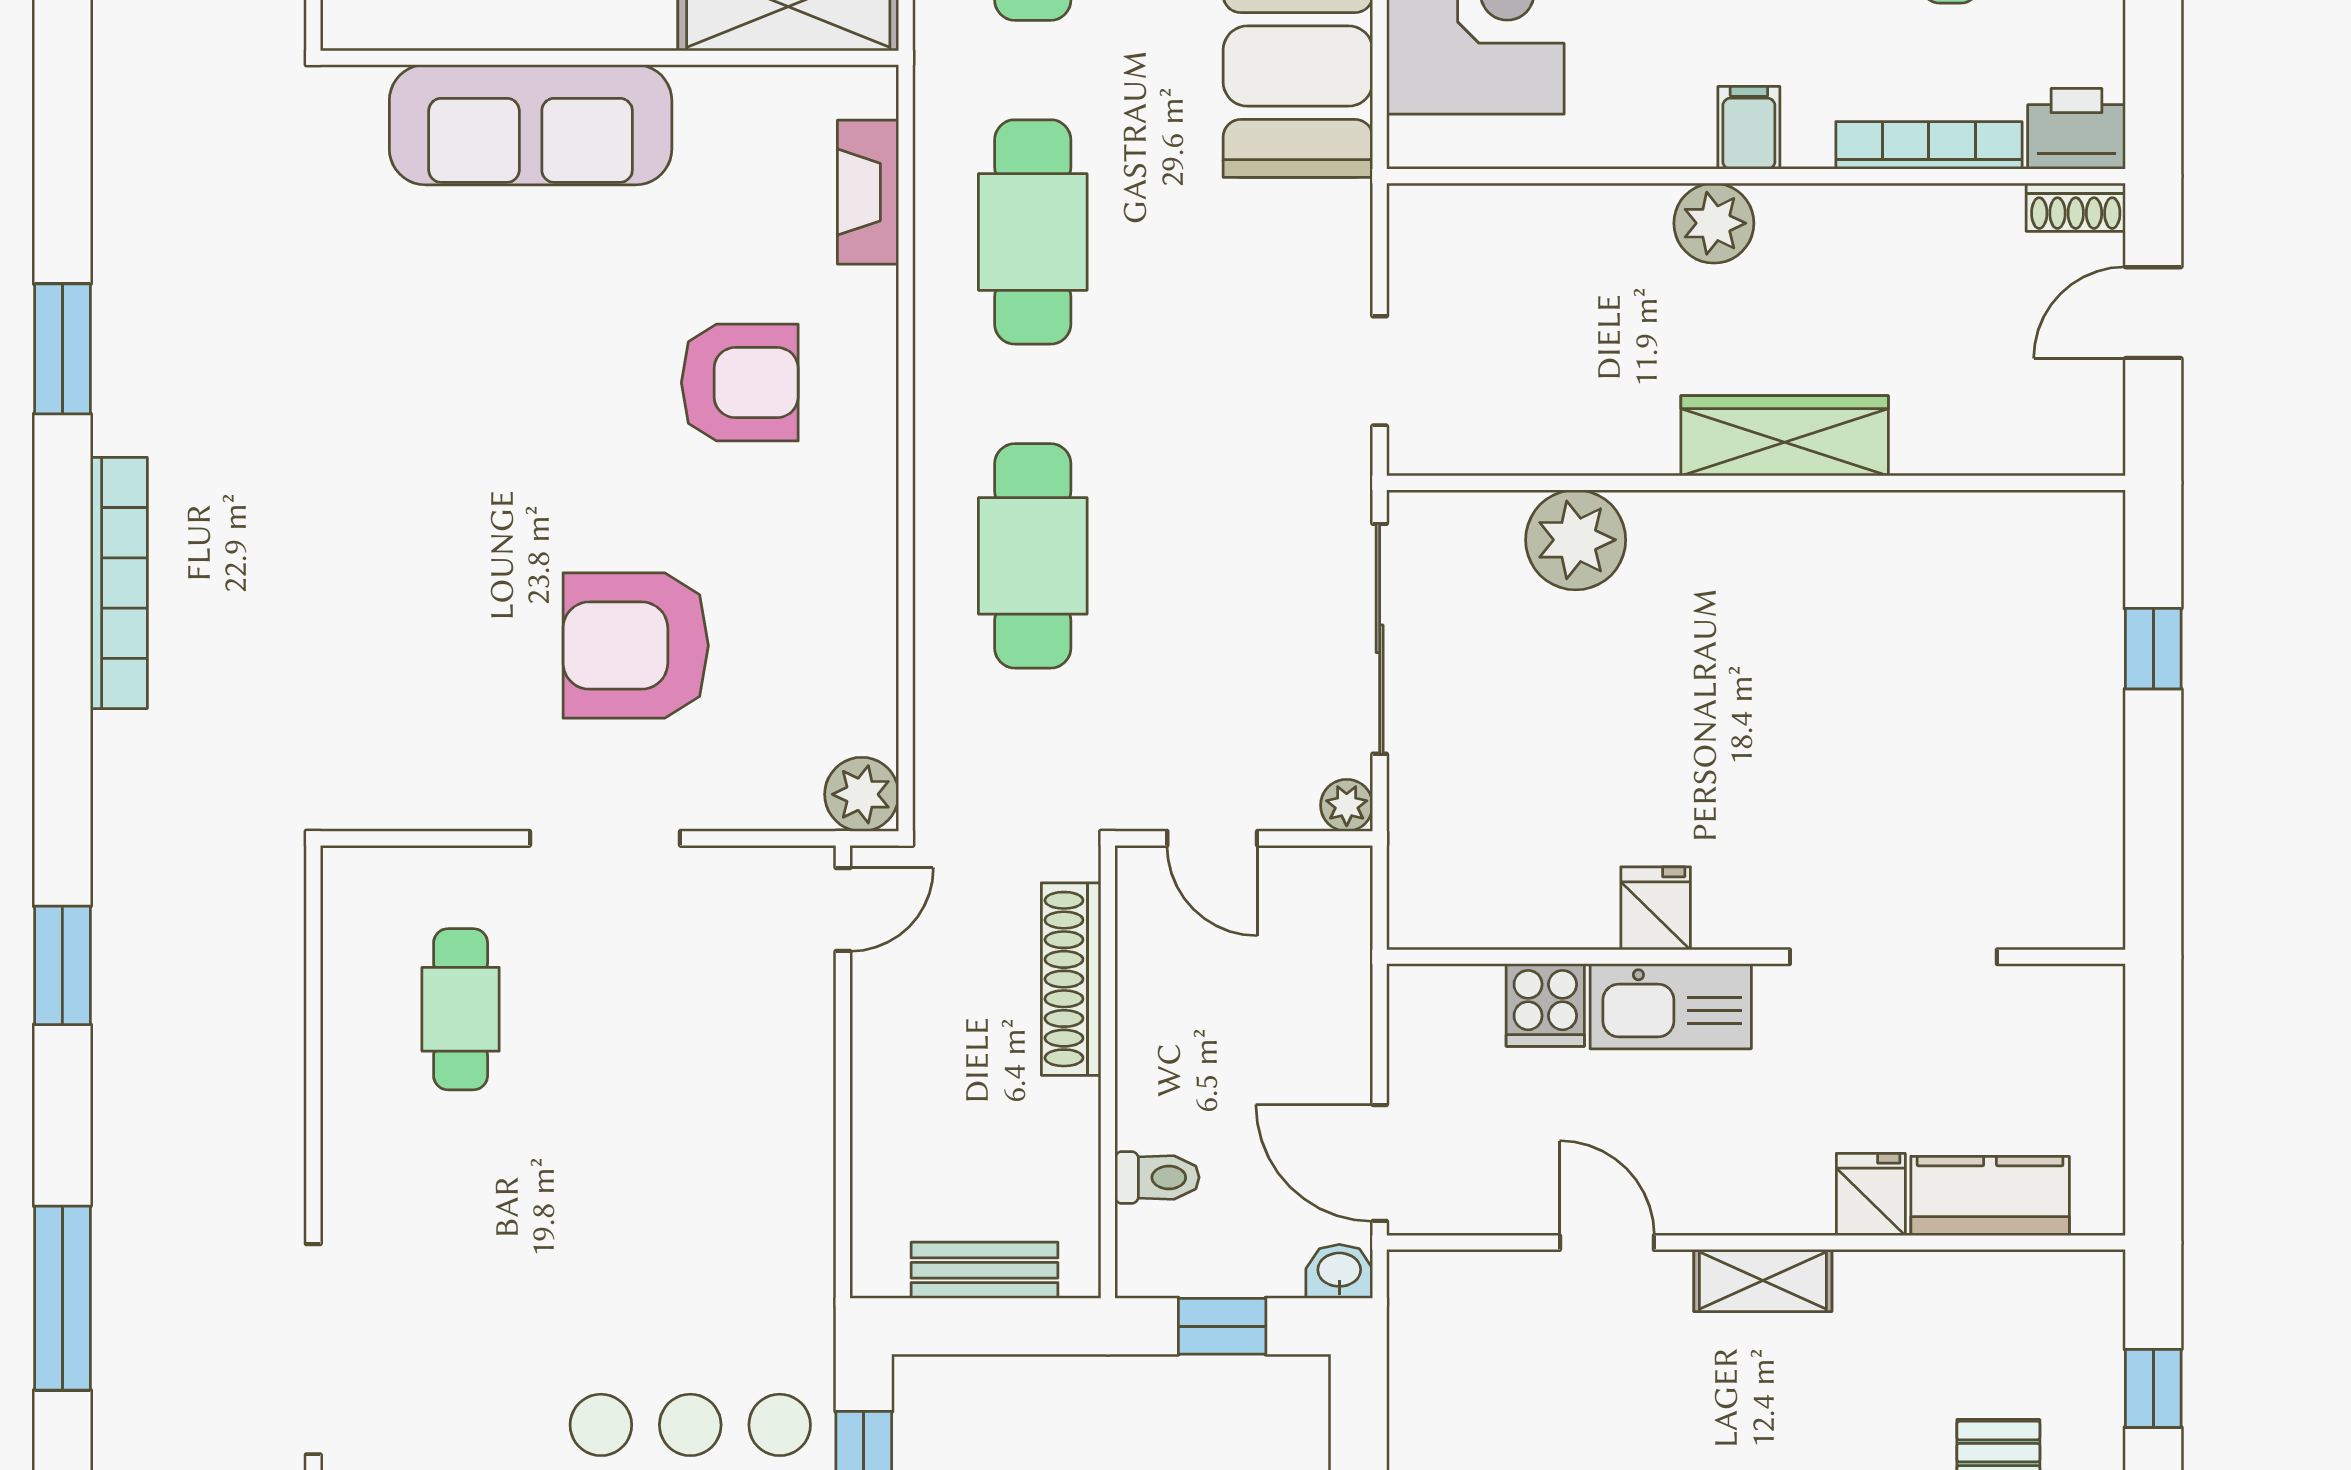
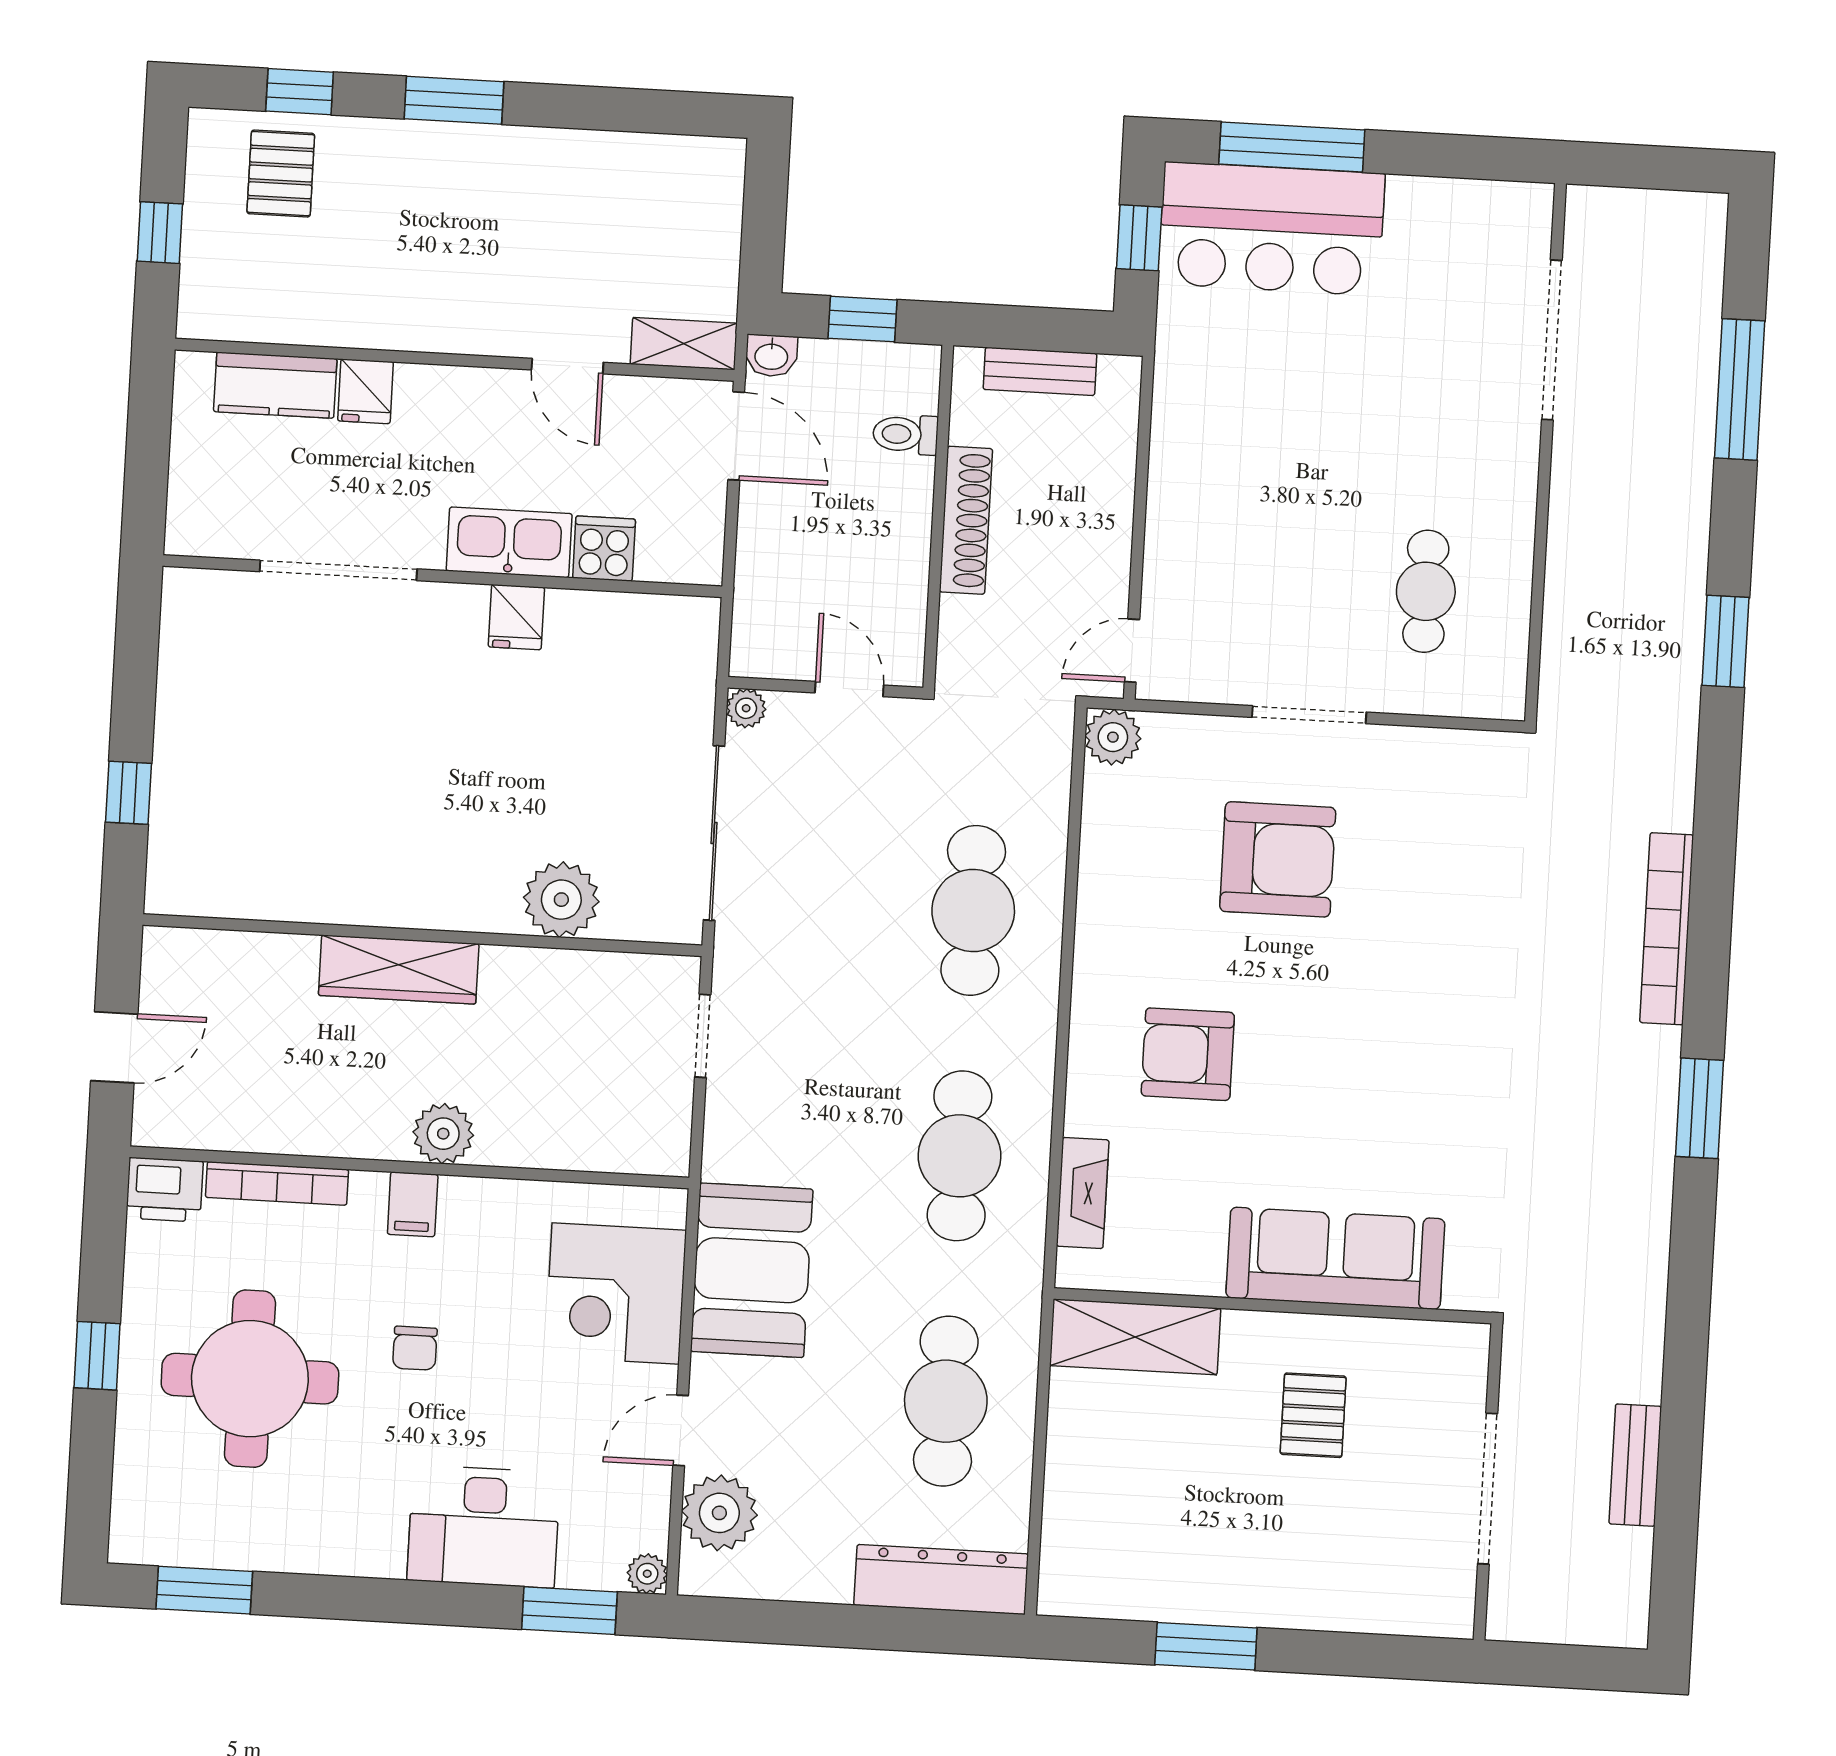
shoe rack: (2076, 207) -> (168, 1130), removed
shoe rack: (1071, 979) -> (966, 520), moved
shelving: (1763, 1281) -> (684, 344), moved

